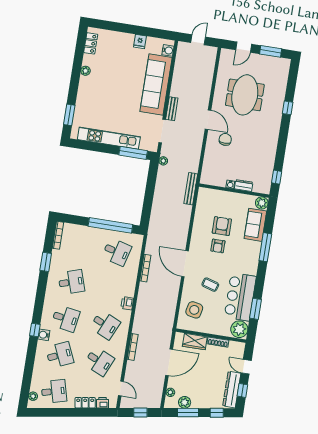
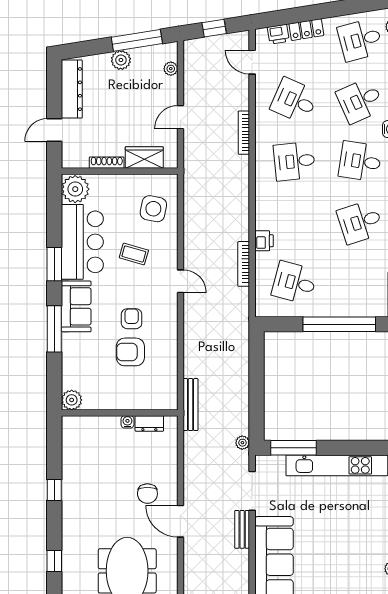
window: (277, 177) -> (54, 490), moved
dresser: (244, 186) -> (149, 423), moved
window: (110, 225) -> (339, 324), moved
sofa: (255, 225) -> (76, 306), moved
armchair: (222, 226) -> (130, 352), turned 90
door: (185, 264) -> (180, 281), width x0.53
printer: (127, 303) -> (264, 241), moved
window: (255, 309) -> (54, 264), moved
desk: (105, 325) -> (294, 161), turned -30
door: (169, 362) -> (180, 117), width x0.53
door: (246, 367) -> (54, 130), swing flipped
window: (242, 390) -> (54, 90), removed
plant: (185, 402) -> (121, 60), moved
window: (188, 413) -> (137, 40), width x1.44
window: (217, 413) -> (90, 48), removed

